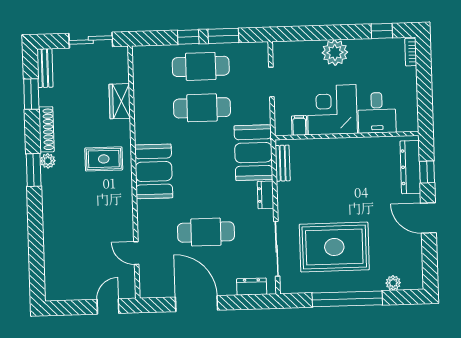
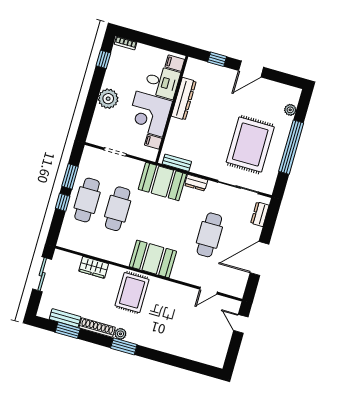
bench: (45, 68) -> (65, 318), moved
filing cabinet: (405, 121) -> (175, 63), added
rug: (104, 159) -> (132, 293), width x1.36, depth x1.43
dresser: (410, 167) -> (184, 99), moved, turned -90

